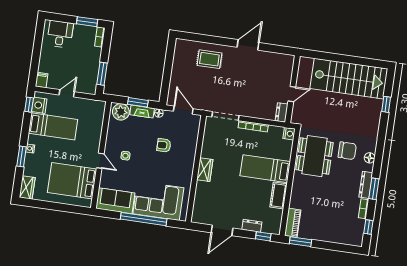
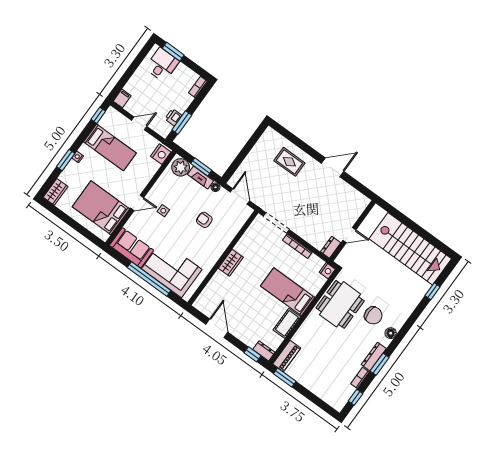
window: (87, 22) -> (173, 52), moved
printer: (93, 73) -> (173, 117), added
nightstand: (39, 105) -> (161, 154), moved, turned 180
door: (100, 161) -> (137, 203), hinge flipped
dresser: (252, 226) -> (264, 351), moved
door: (222, 230) -> (217, 328), swing flipped

